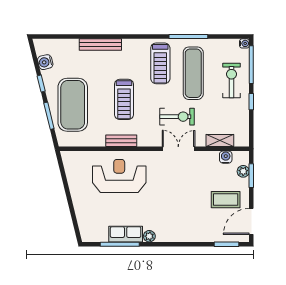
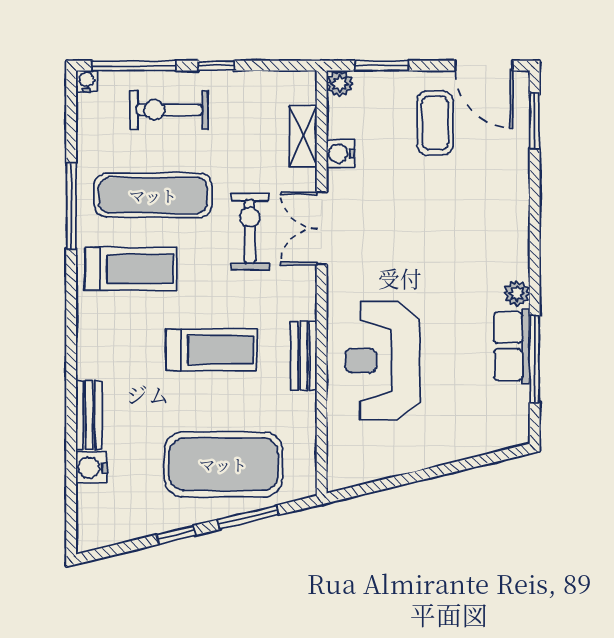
bench: (100, 45) -> (89, 415), width x0.73
water cooler: (45, 62) -> (91, 468), moved, turned 104
water cooler: (226, 157) -> (340, 153), moved
plant: (243, 171) -> (340, 84), moved

